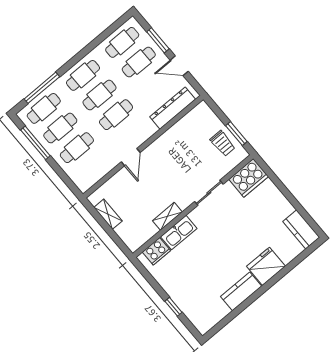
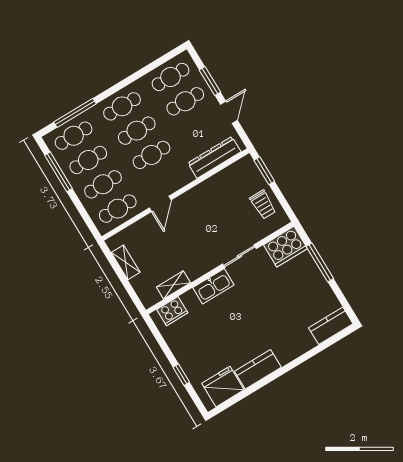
door: (179, 66) -> (229, 112), swing flipped
window: (236, 134) -> (264, 171), moved
cafe table: (93, 167) -> (118, 209), added
window: (282, 187) -> (320, 263), added
shelving: (167, 216) -> (173, 285), moved
kitchen counter: (301, 229) -> (331, 326), moved, turned 90
kitchen sink: (179, 233) -> (213, 286), moved
fridge: (266, 266) -> (223, 387), moved

